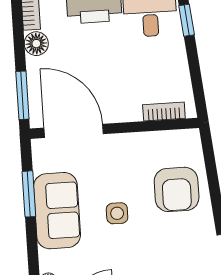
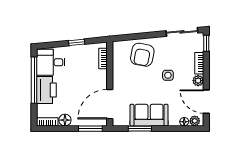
window: (187, 20) -> (77, 42), moved
armchair: (177, 189) -> (142, 55), turned 101
side table: (117, 213) -> (168, 75), moved

